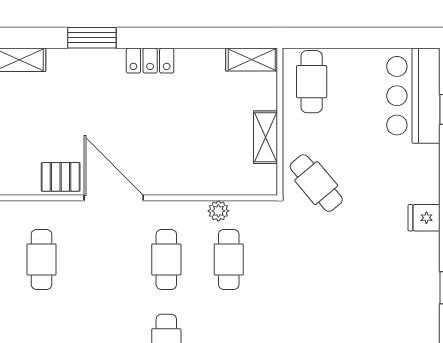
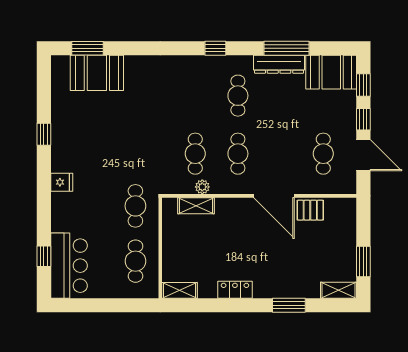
locker: (150, 61) -> (235, 290), moved
cafe table: (312, 82) -> (136, 261), moved
shelving: (265, 137) -> (196, 206), moved, turned 90
cafe table: (316, 183) -> (135, 206), turned 40

